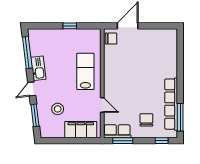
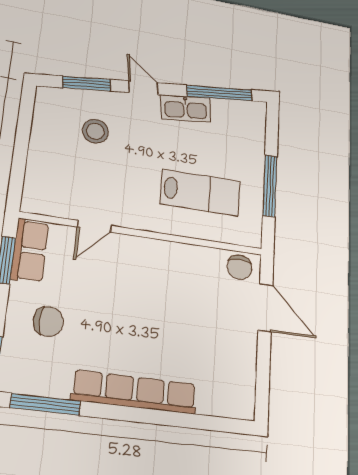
window: (70, 26) -> (270, 186), width x2.17
lab bench: (85, 71) -> (200, 193), moved
row of seats: (171, 104) -> (135, 392), moved
filing cabinet: (81, 130) -> (44, 172), removed

